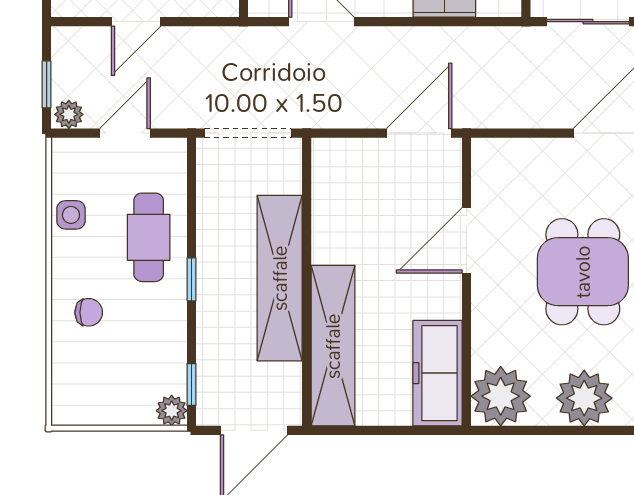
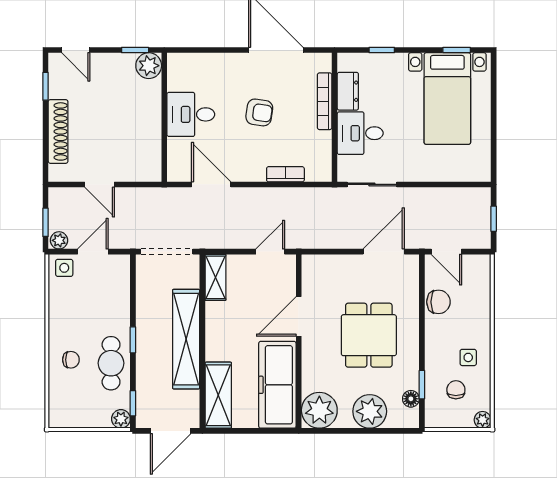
door: (136, 22) -> (100, 184), hinge flipped
door: (419, 133) -> (270, 252), width x0.73
shelving: (328, 176) -> (215, 277), added
side table: (71, 215) -> (64, 268), moved
cafe table: (149, 237) -> (111, 363), moved
shelving: (333, 346) -> (218, 395), width x0.68
freezer: (438, 373) -> (277, 385), width x1.36, depth x1.26

